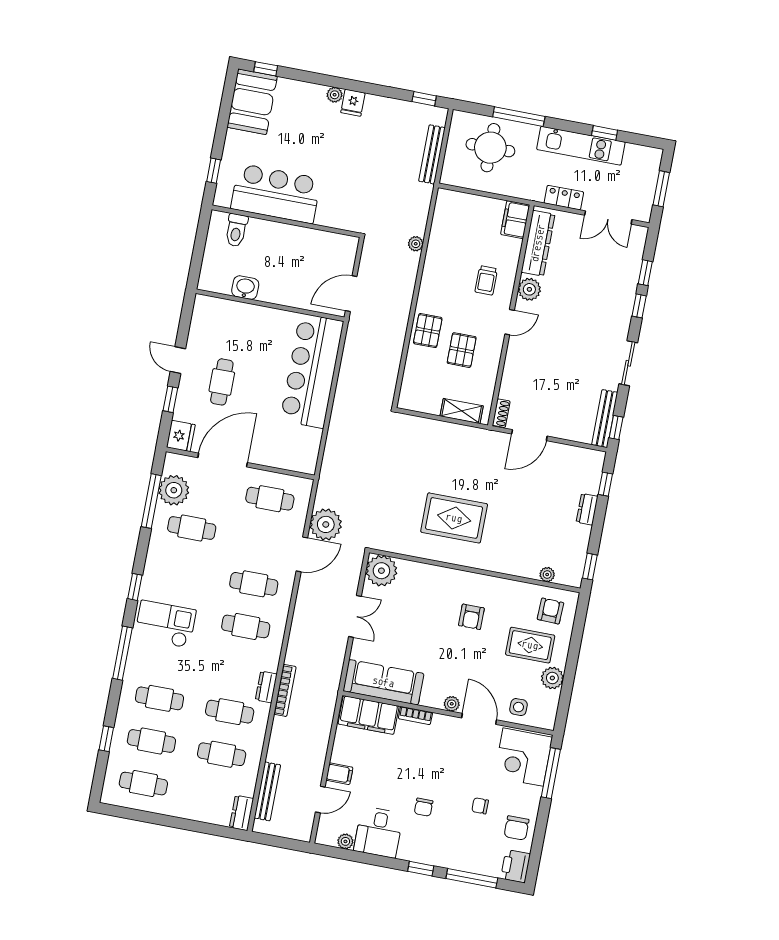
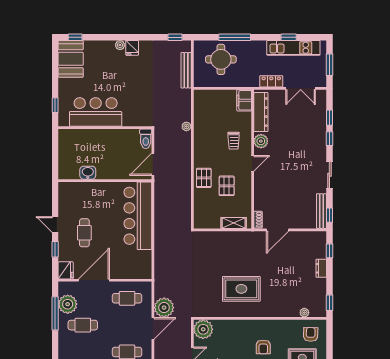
kitchen unit: (581, 146) -> (293, 48), moved
toilet: (236, 230) -> (146, 139), moved

